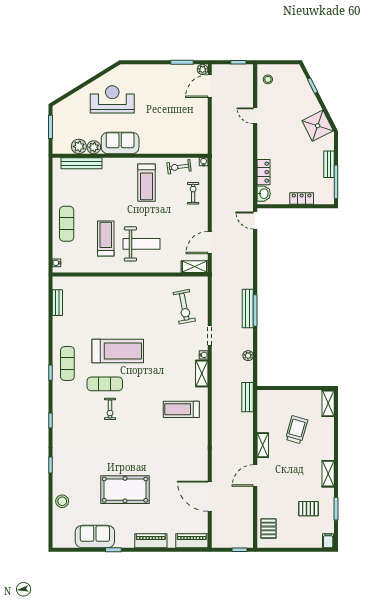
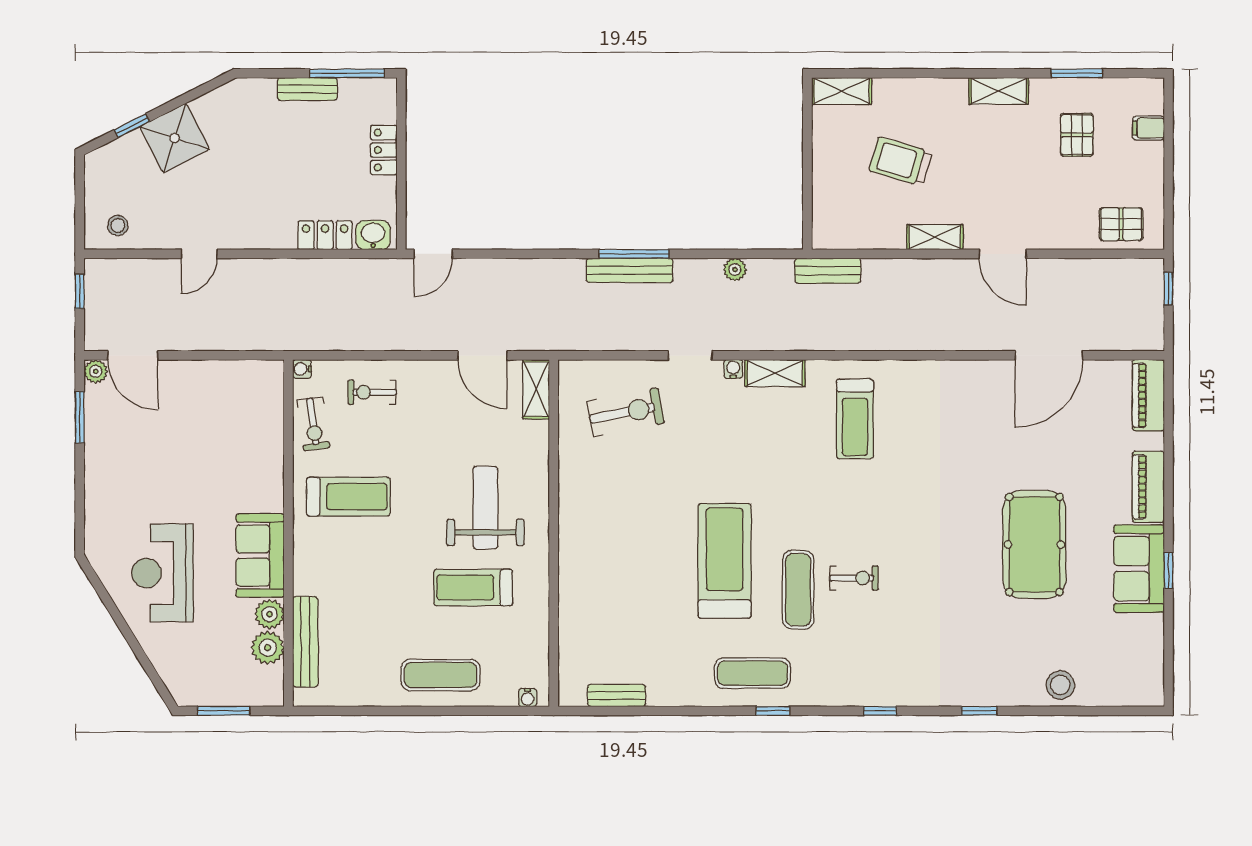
shower: (318, 126) -> (175, 138), moved
sofa: (95, 537) -> (1139, 569), moved
filing cabinet: (328, 541) -> (1148, 128), moved

